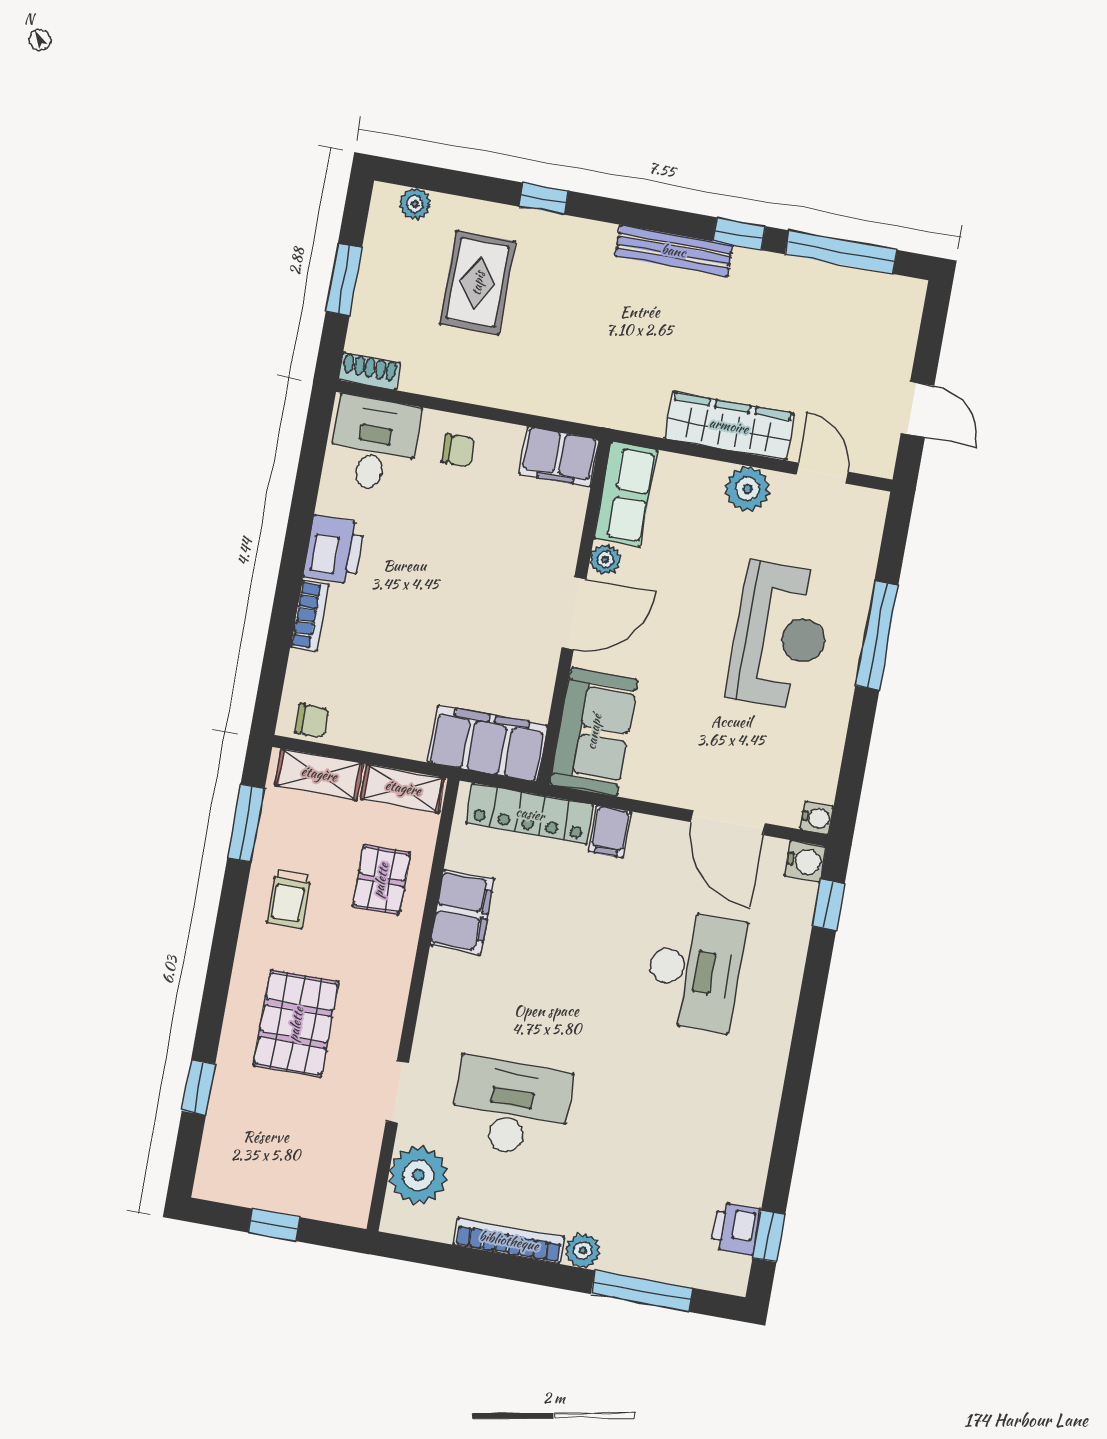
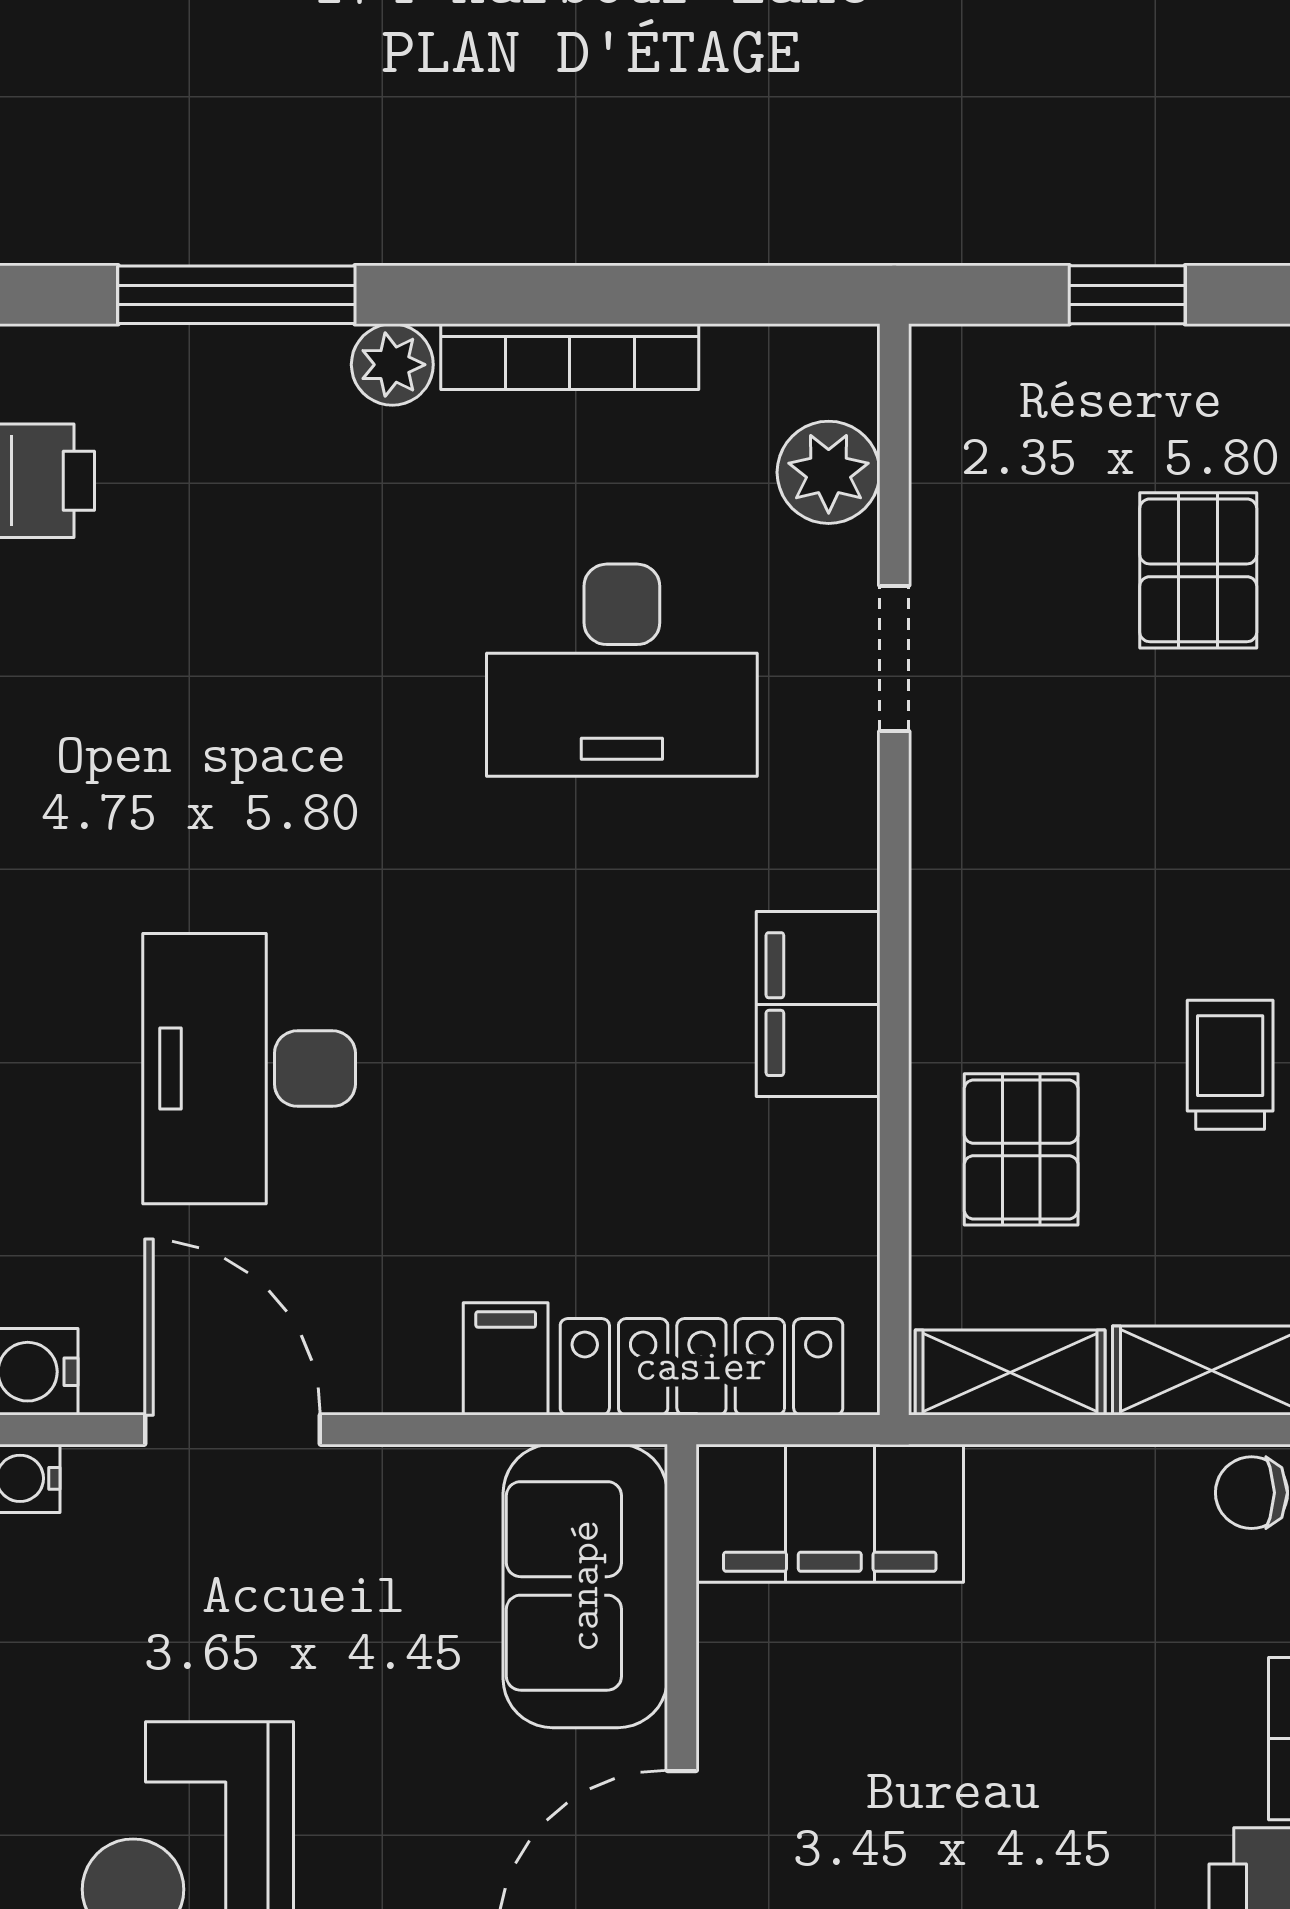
filing cabinet: (462, 912) -> (818, 1004), moved
pallet: (296, 1024) -> (1198, 570), moved, width x0.67, depth x0.71
plant: (418, 1175) -> (829, 472), width x0.73, depth x0.73

